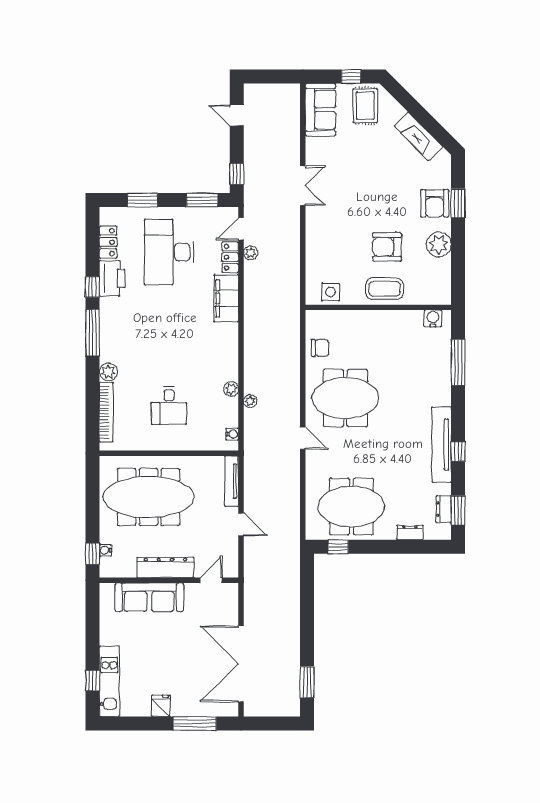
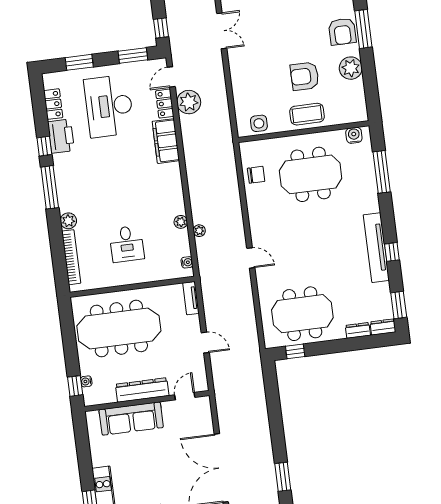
window: (458, 203) -> (363, 29), width x1.44
plant: (251, 253) -> (189, 102), width x1.87, depth x1.87
meeting table: (345, 398) -> (311, 174), moved
tv unit: (232, 481) -> (191, 298), width x0.71
dresser: (444, 509) -> (383, 327), moved, turned 90

